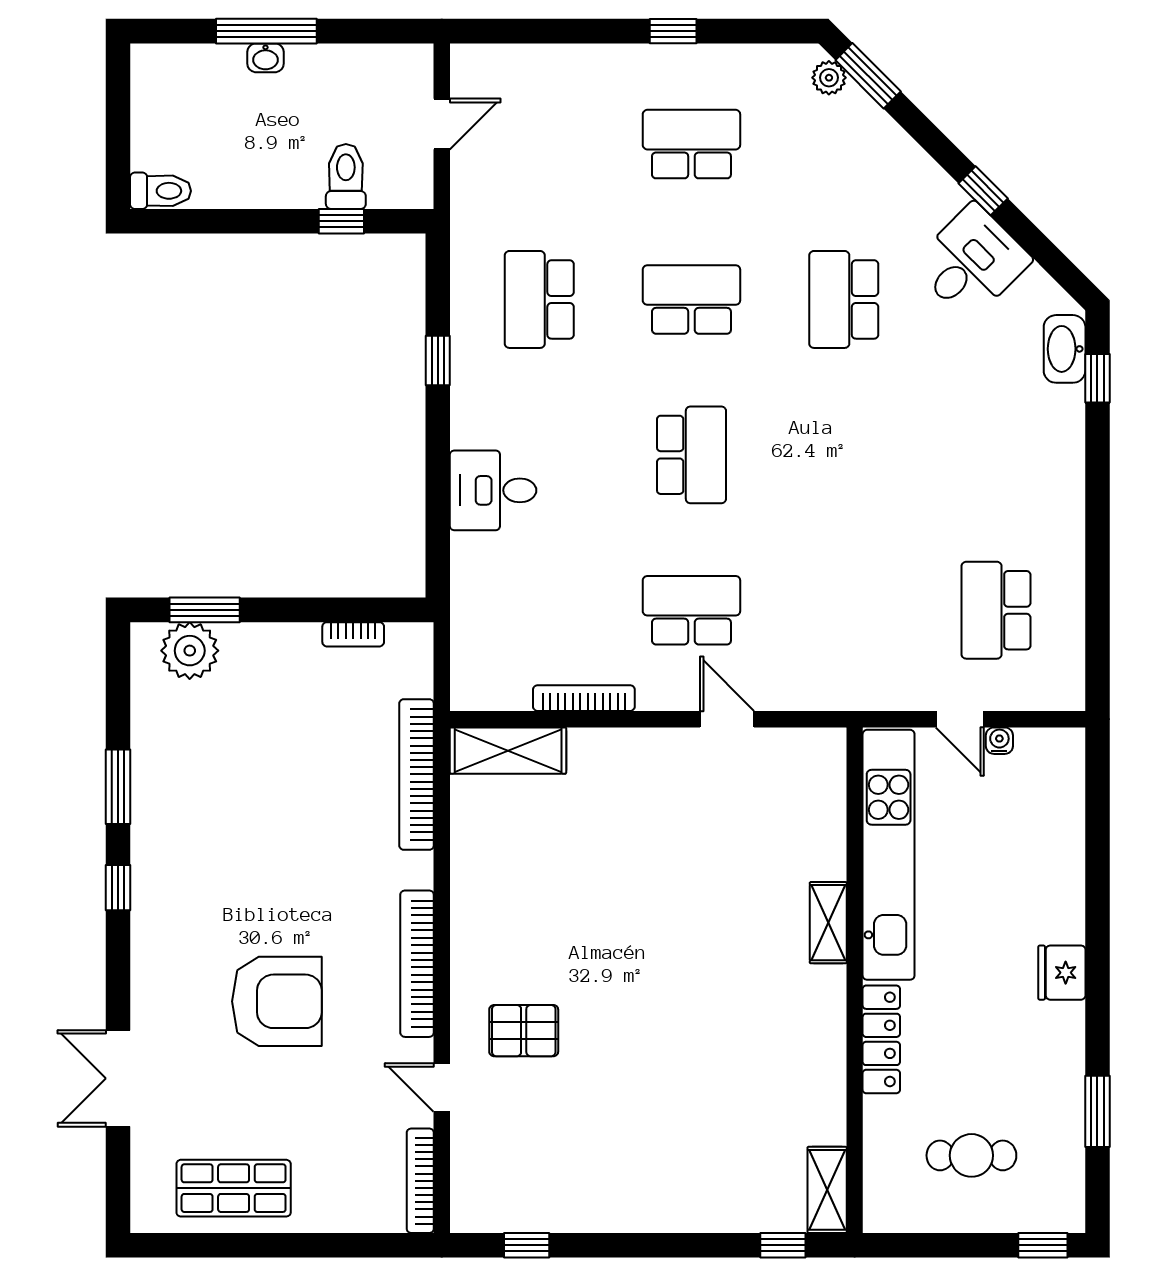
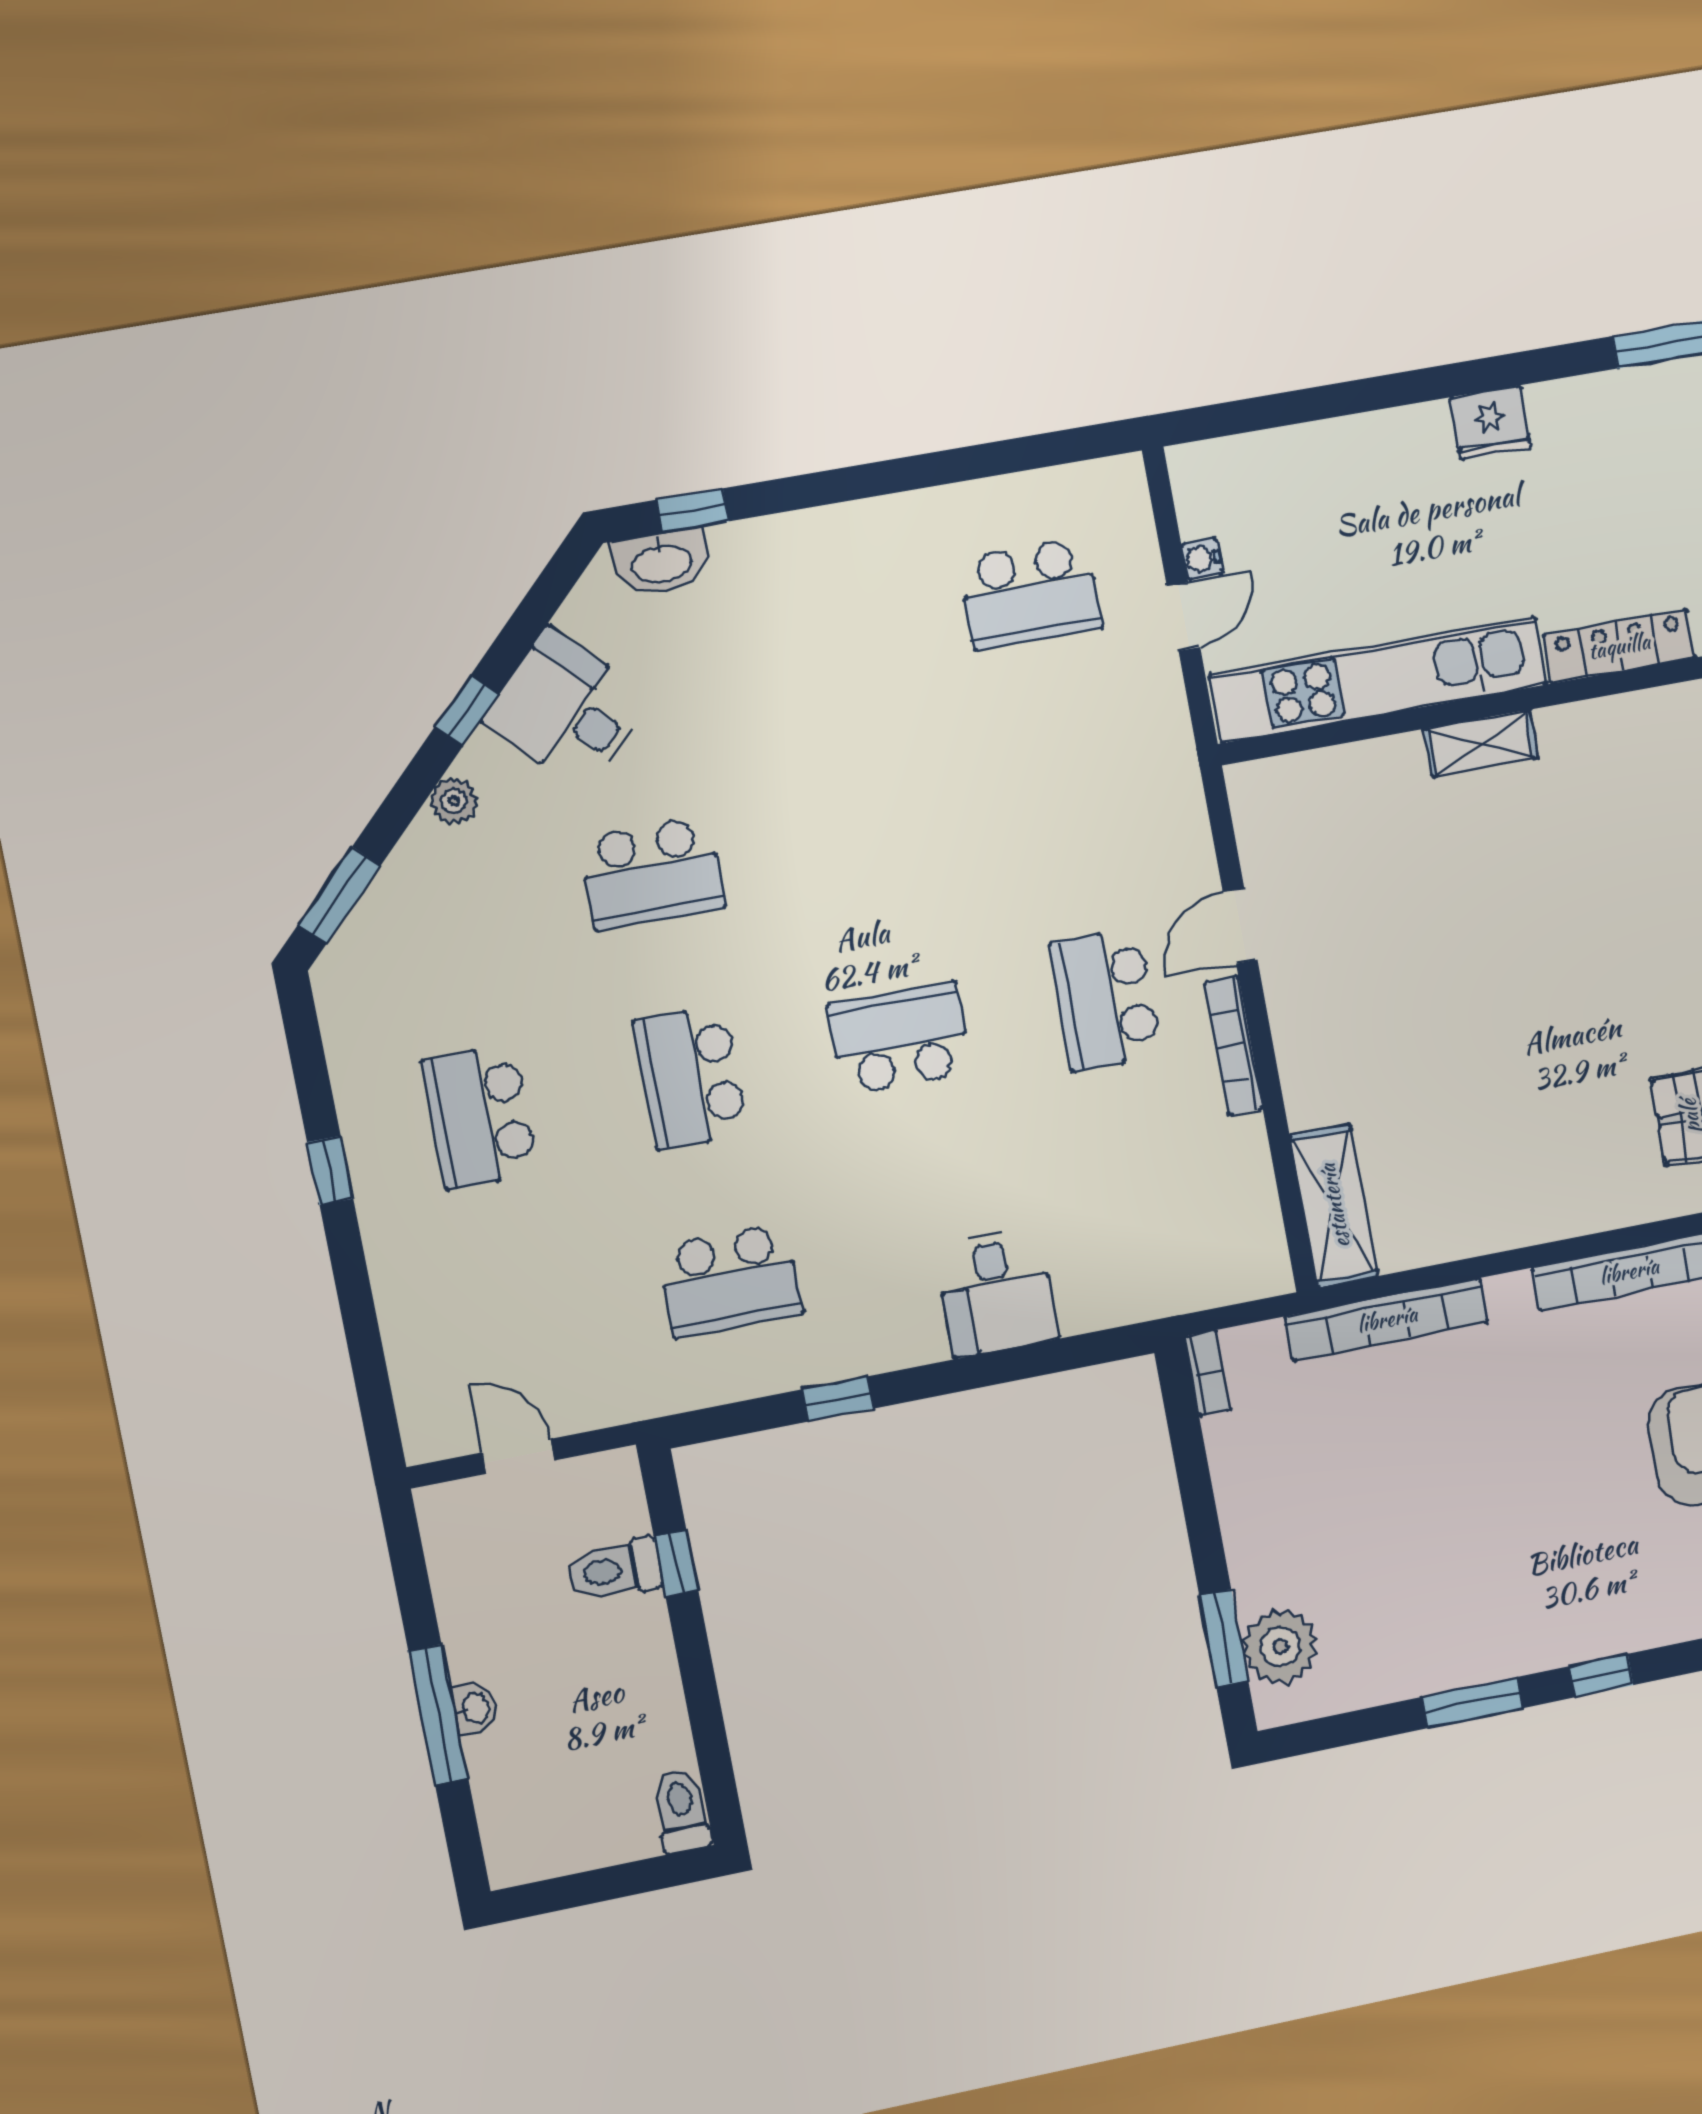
plant: (829, 78) -> (454, 801), moved
bookcase: (353, 634) -> (1208, 1373), moved
bookcase: (584, 698) -> (1234, 1045), moved

